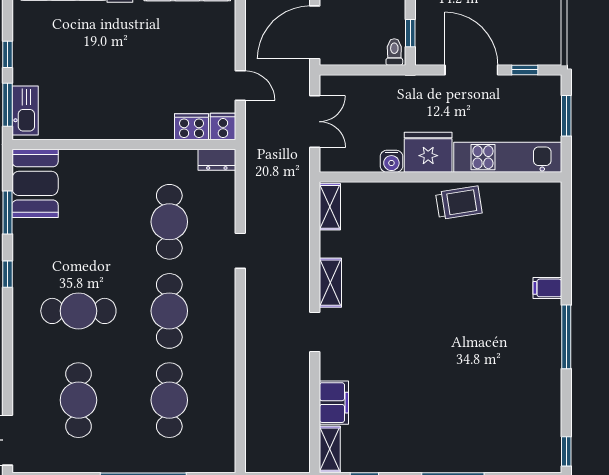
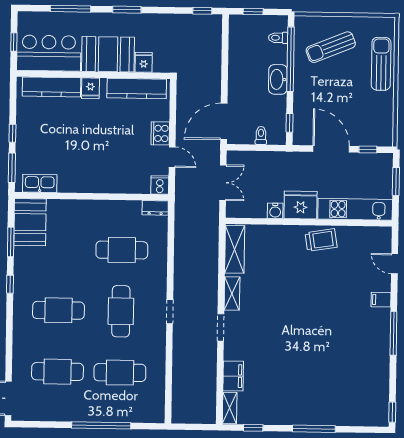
toilet: (394, 52) -> (261, 135), moved
kitchen sink: (25, 110) -> (40, 183), moved, turned -90
cooker: (192, 127) -> (160, 133), moved, turned -90
shelving: (330, 207) -> (235, 249), width x1.50, depth x1.33
cafe table: (169, 222) -> (122, 250), turned 90
door: (566, 236) -> (395, 264), added
doorway: (240, 251) -> (170, 312), moved
cafe table: (78, 400) -> (57, 372), turned 90
cafe table: (169, 400) -> (120, 373), turned 90

